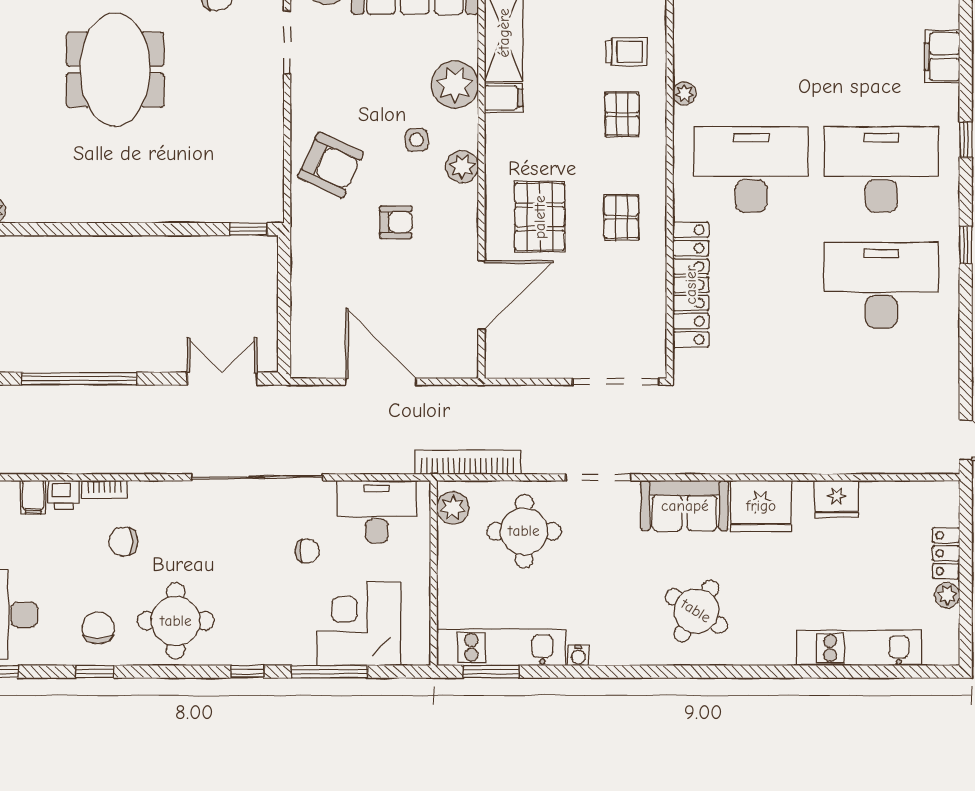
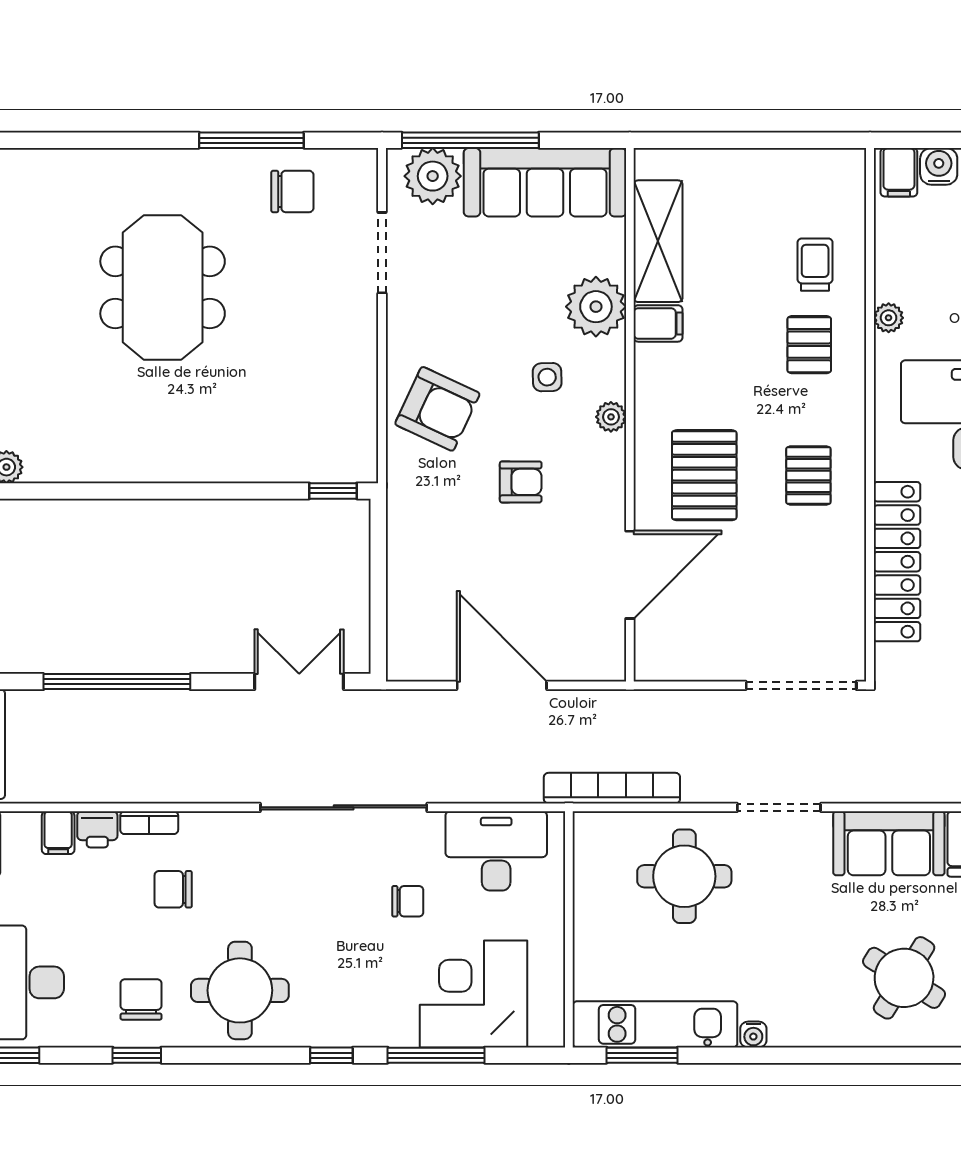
trolley: (627, 52) -> (815, 265), turned -90
plant: (462, 167) -> (611, 417), width x0.73, depth x0.73
plant: (453, 508) -> (593, 846), removed

